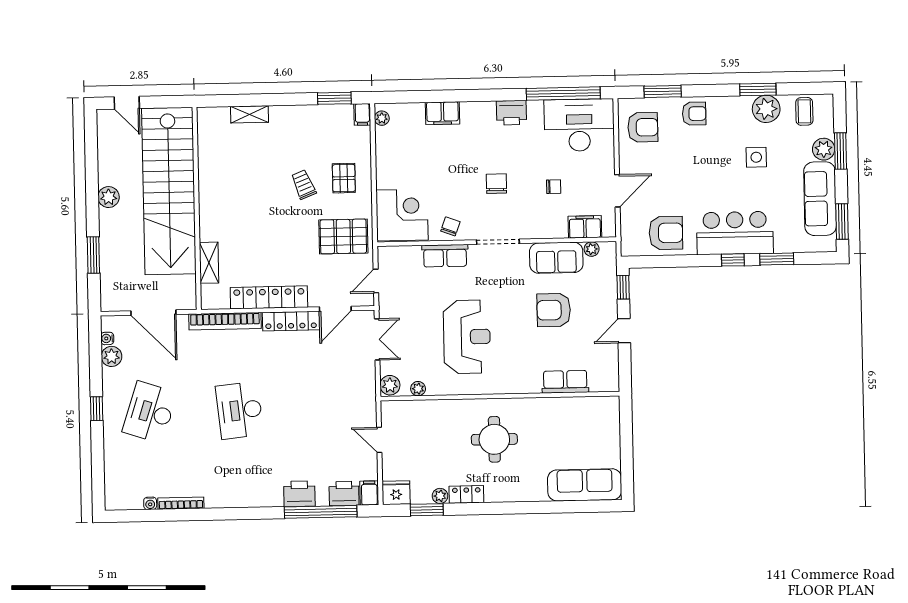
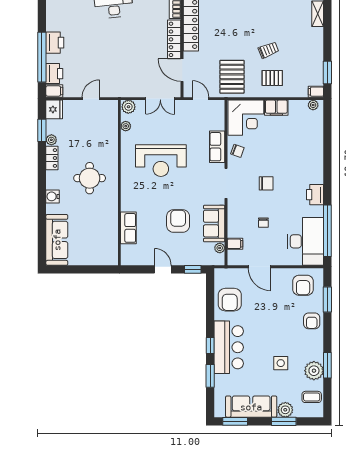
filing cabinet: (442, 113) -> (276, 108), moved, turned -90
filing cabinet: (585, 227) -> (235, 244), width x0.50
water cooler: (522, 492) -> (53, 196), added

